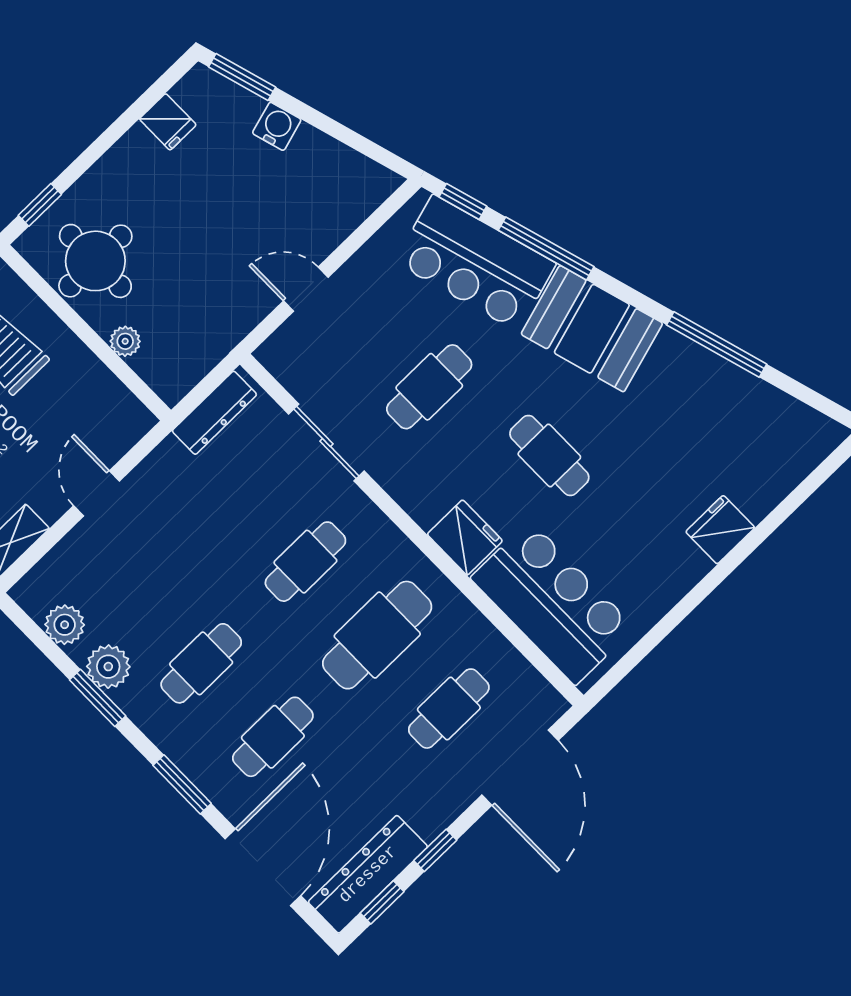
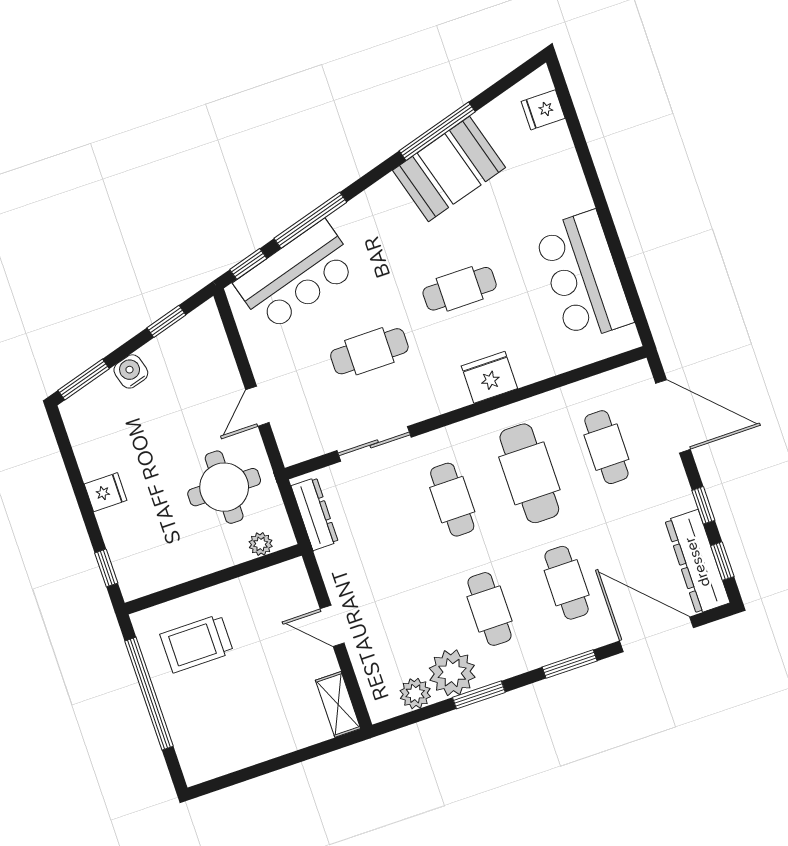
fridge: (168, 122) -> (106, 492), moved
window: (353, 140) -> (166, 321), added
round table: (95, 261) -> (224, 487), moved
booth: (592, 329) -> (449, 169), moved
plant: (125, 341) -> (261, 544), moved
cafe table: (429, 387) -> (369, 351), turned 90
fridge: (720, 530) -> (543, 110), moved, width x0.72
bar counter: (553, 603) -> (584, 276), moved, turned -90
plant: (108, 667) -> (452, 673), width x1.36, depth x1.36

